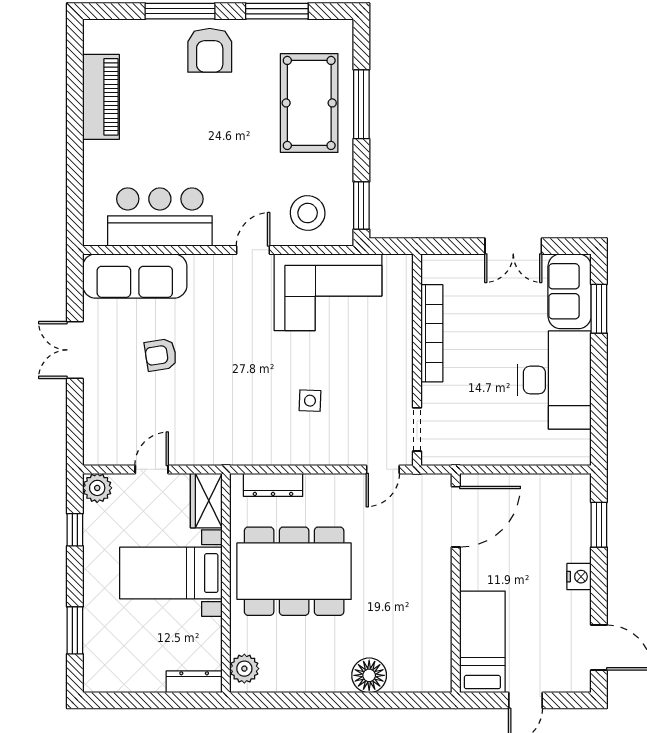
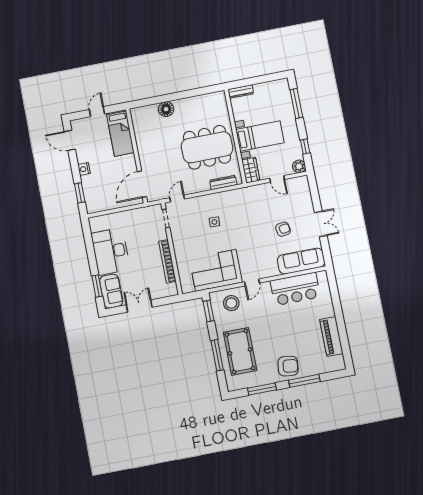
armchair: (210, 50) -> (288, 366), turned 97
door: (152, 469) -> (277, 179), hinge flipped
window: (75, 630) -> (296, 103), width x1.44
plant: (244, 669) -> (220, 101), removed

